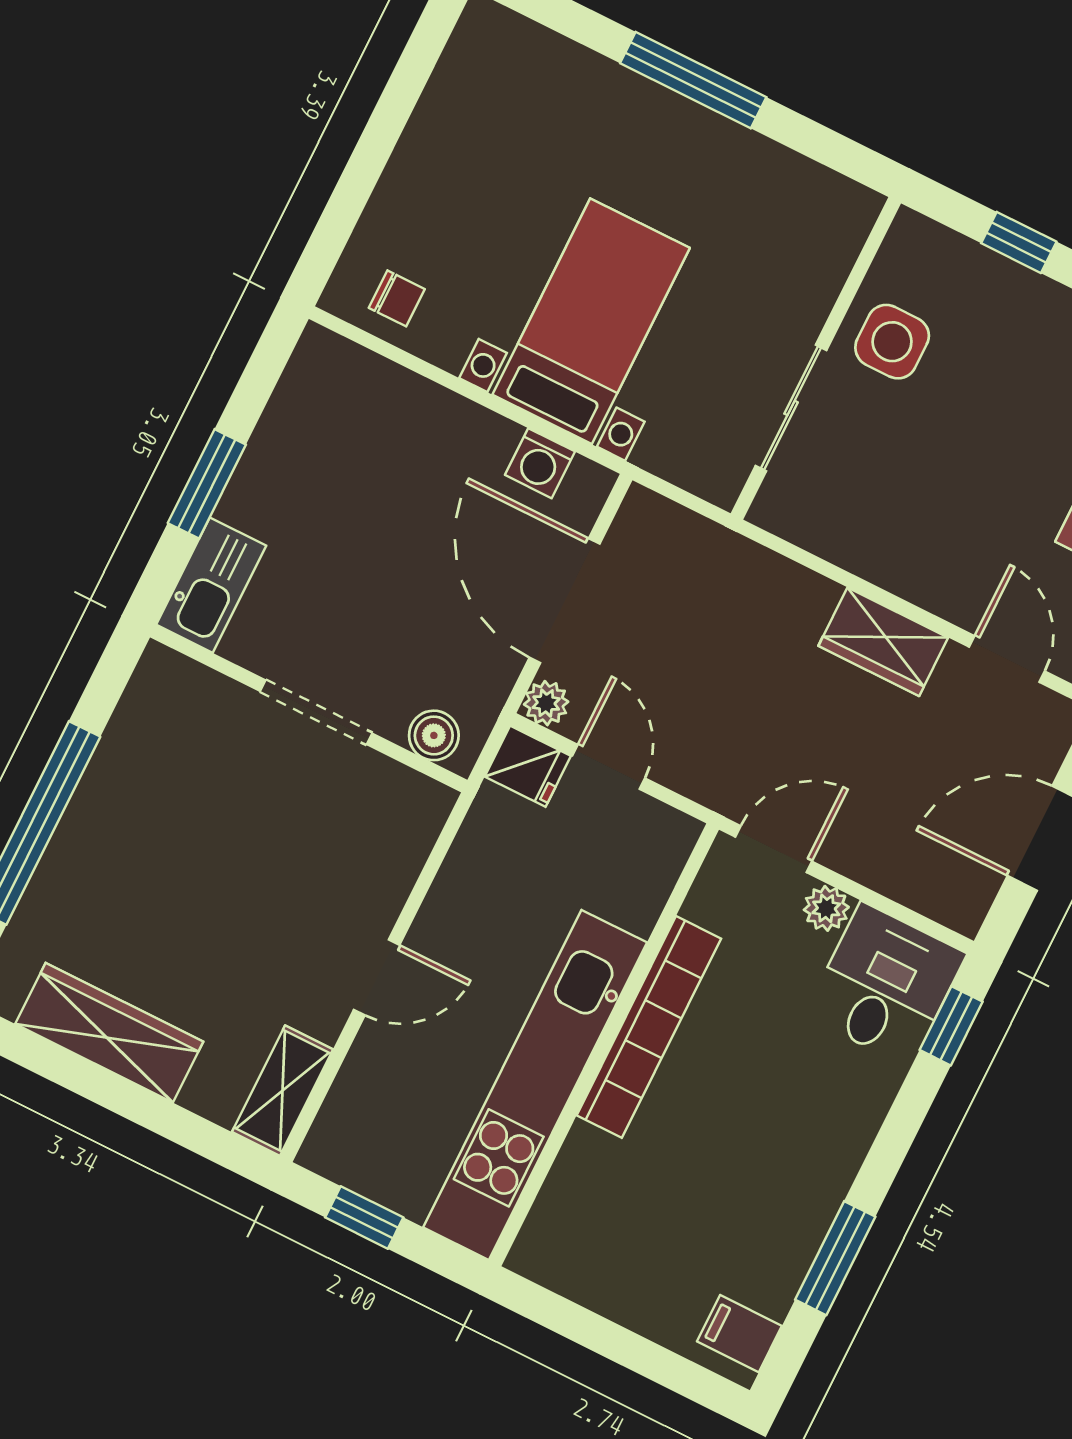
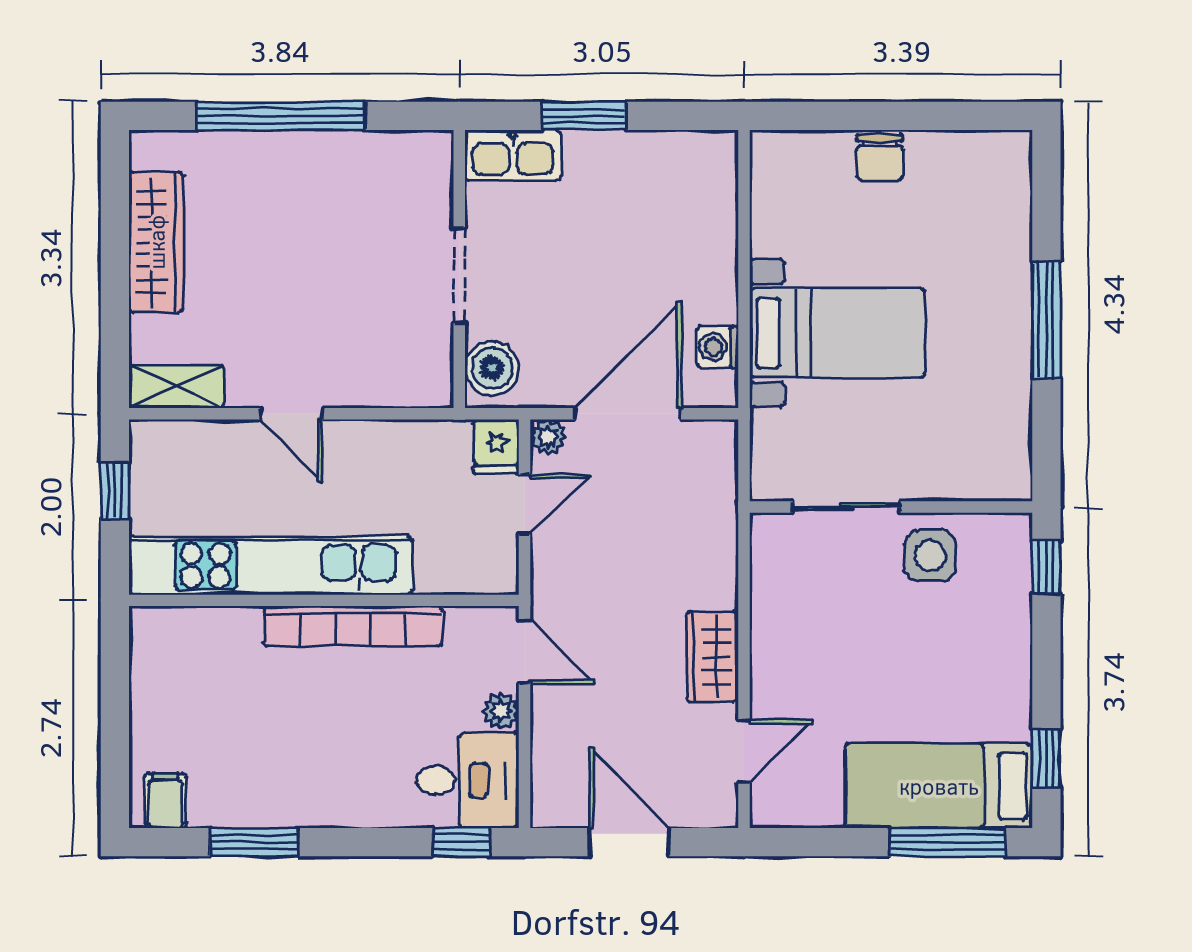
window: (1019, 242) -> (1046, 567), moved
chair: (397, 298) -> (880, 157), moved, width x1.37, depth x1.37
boiler: (434, 735) -> (492, 368), width x1.36, depth x1.36

